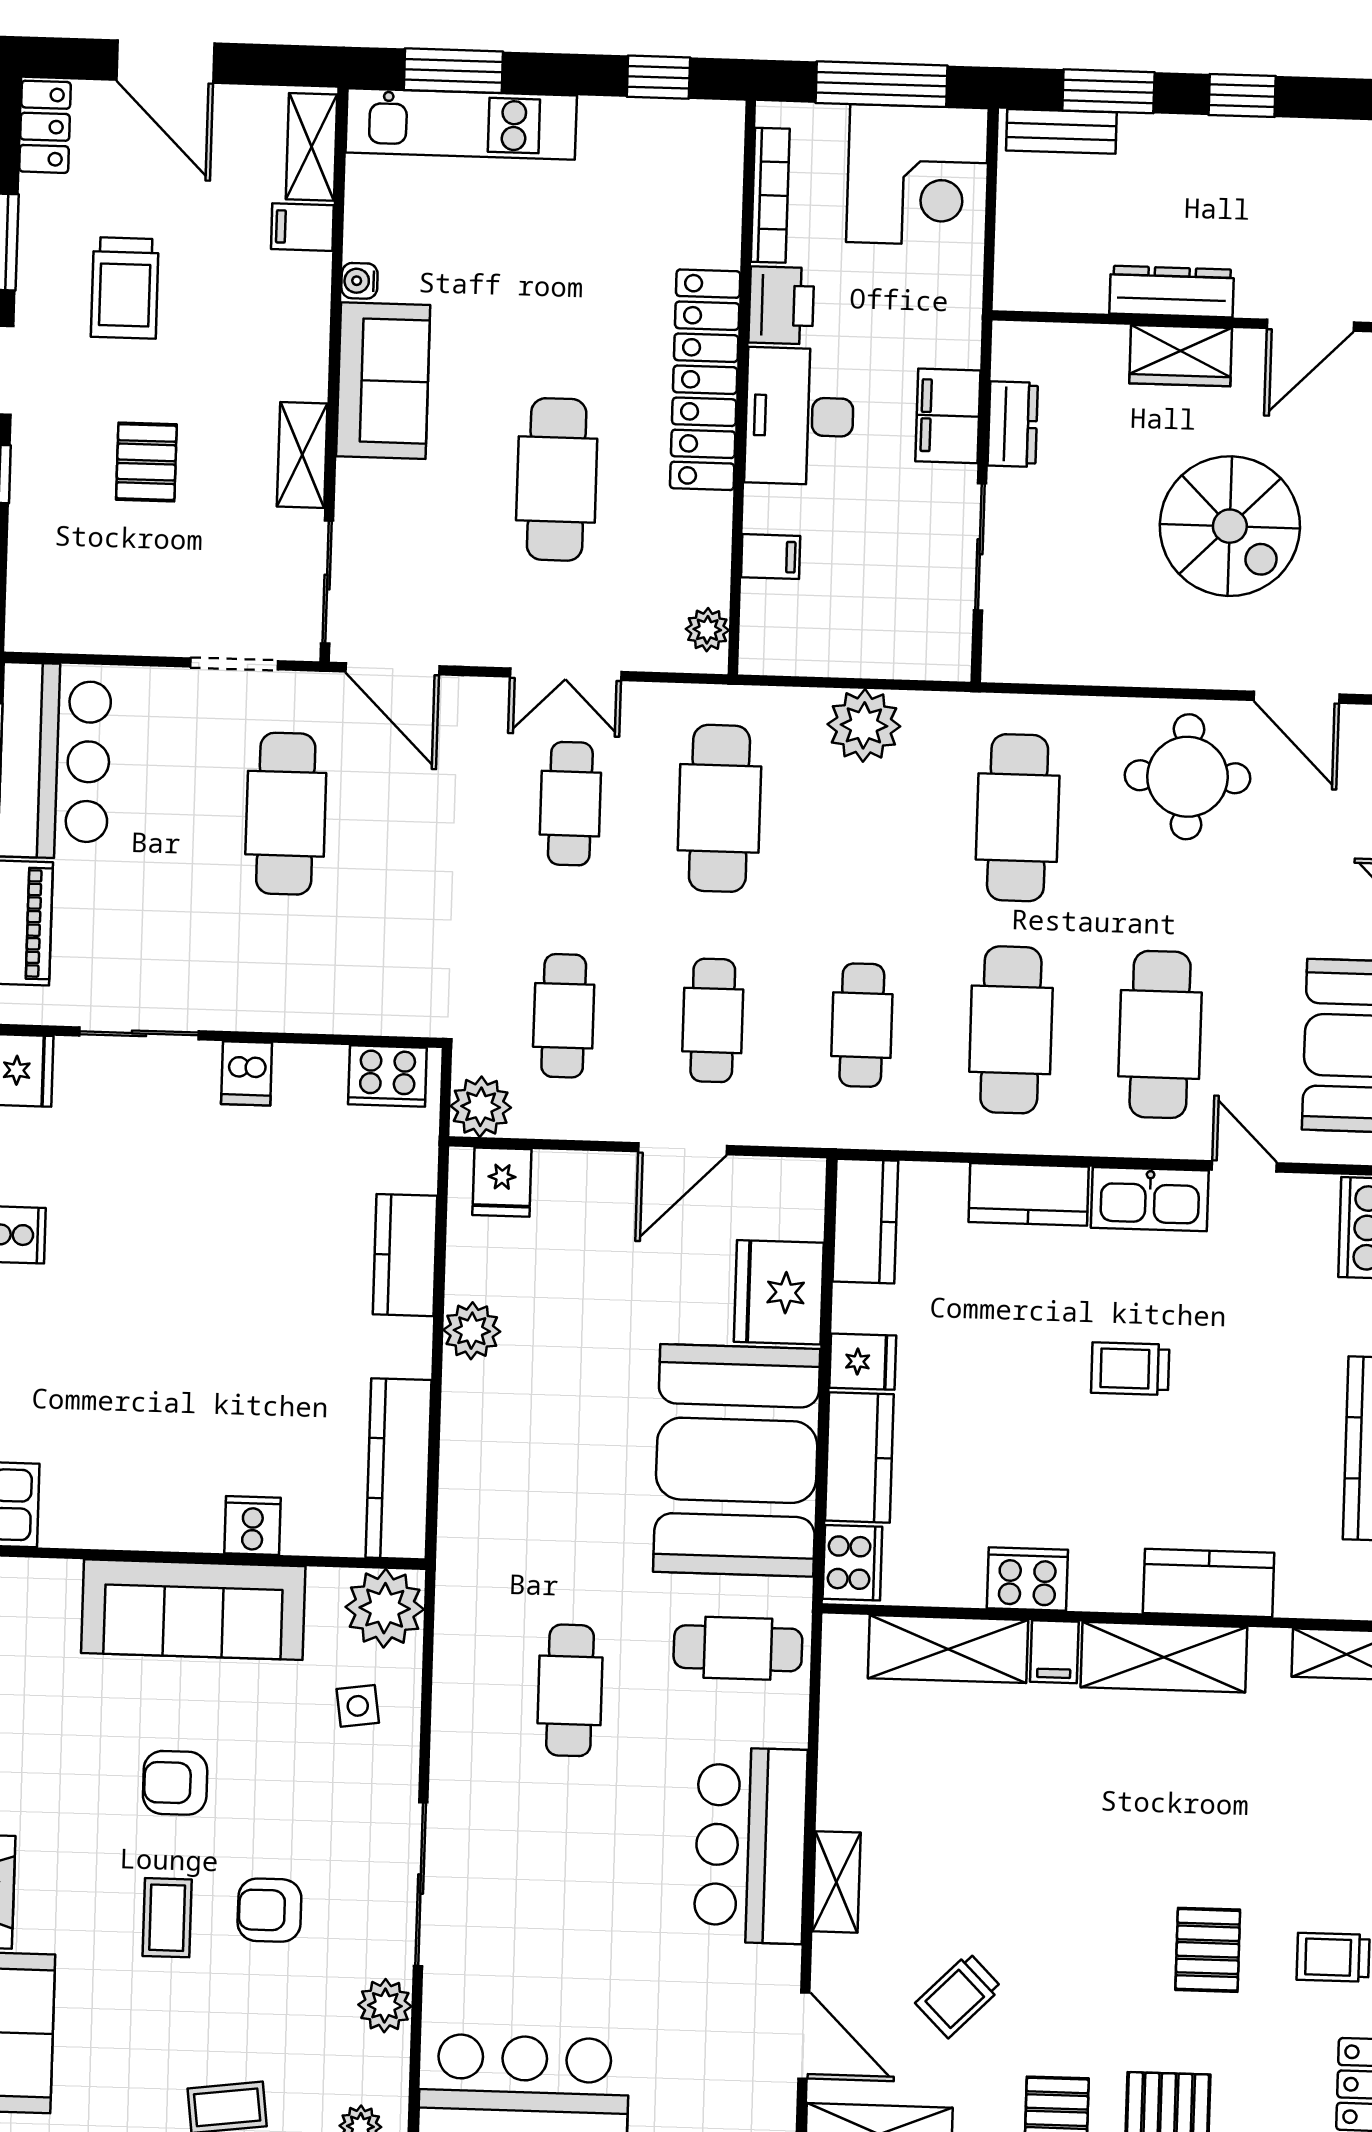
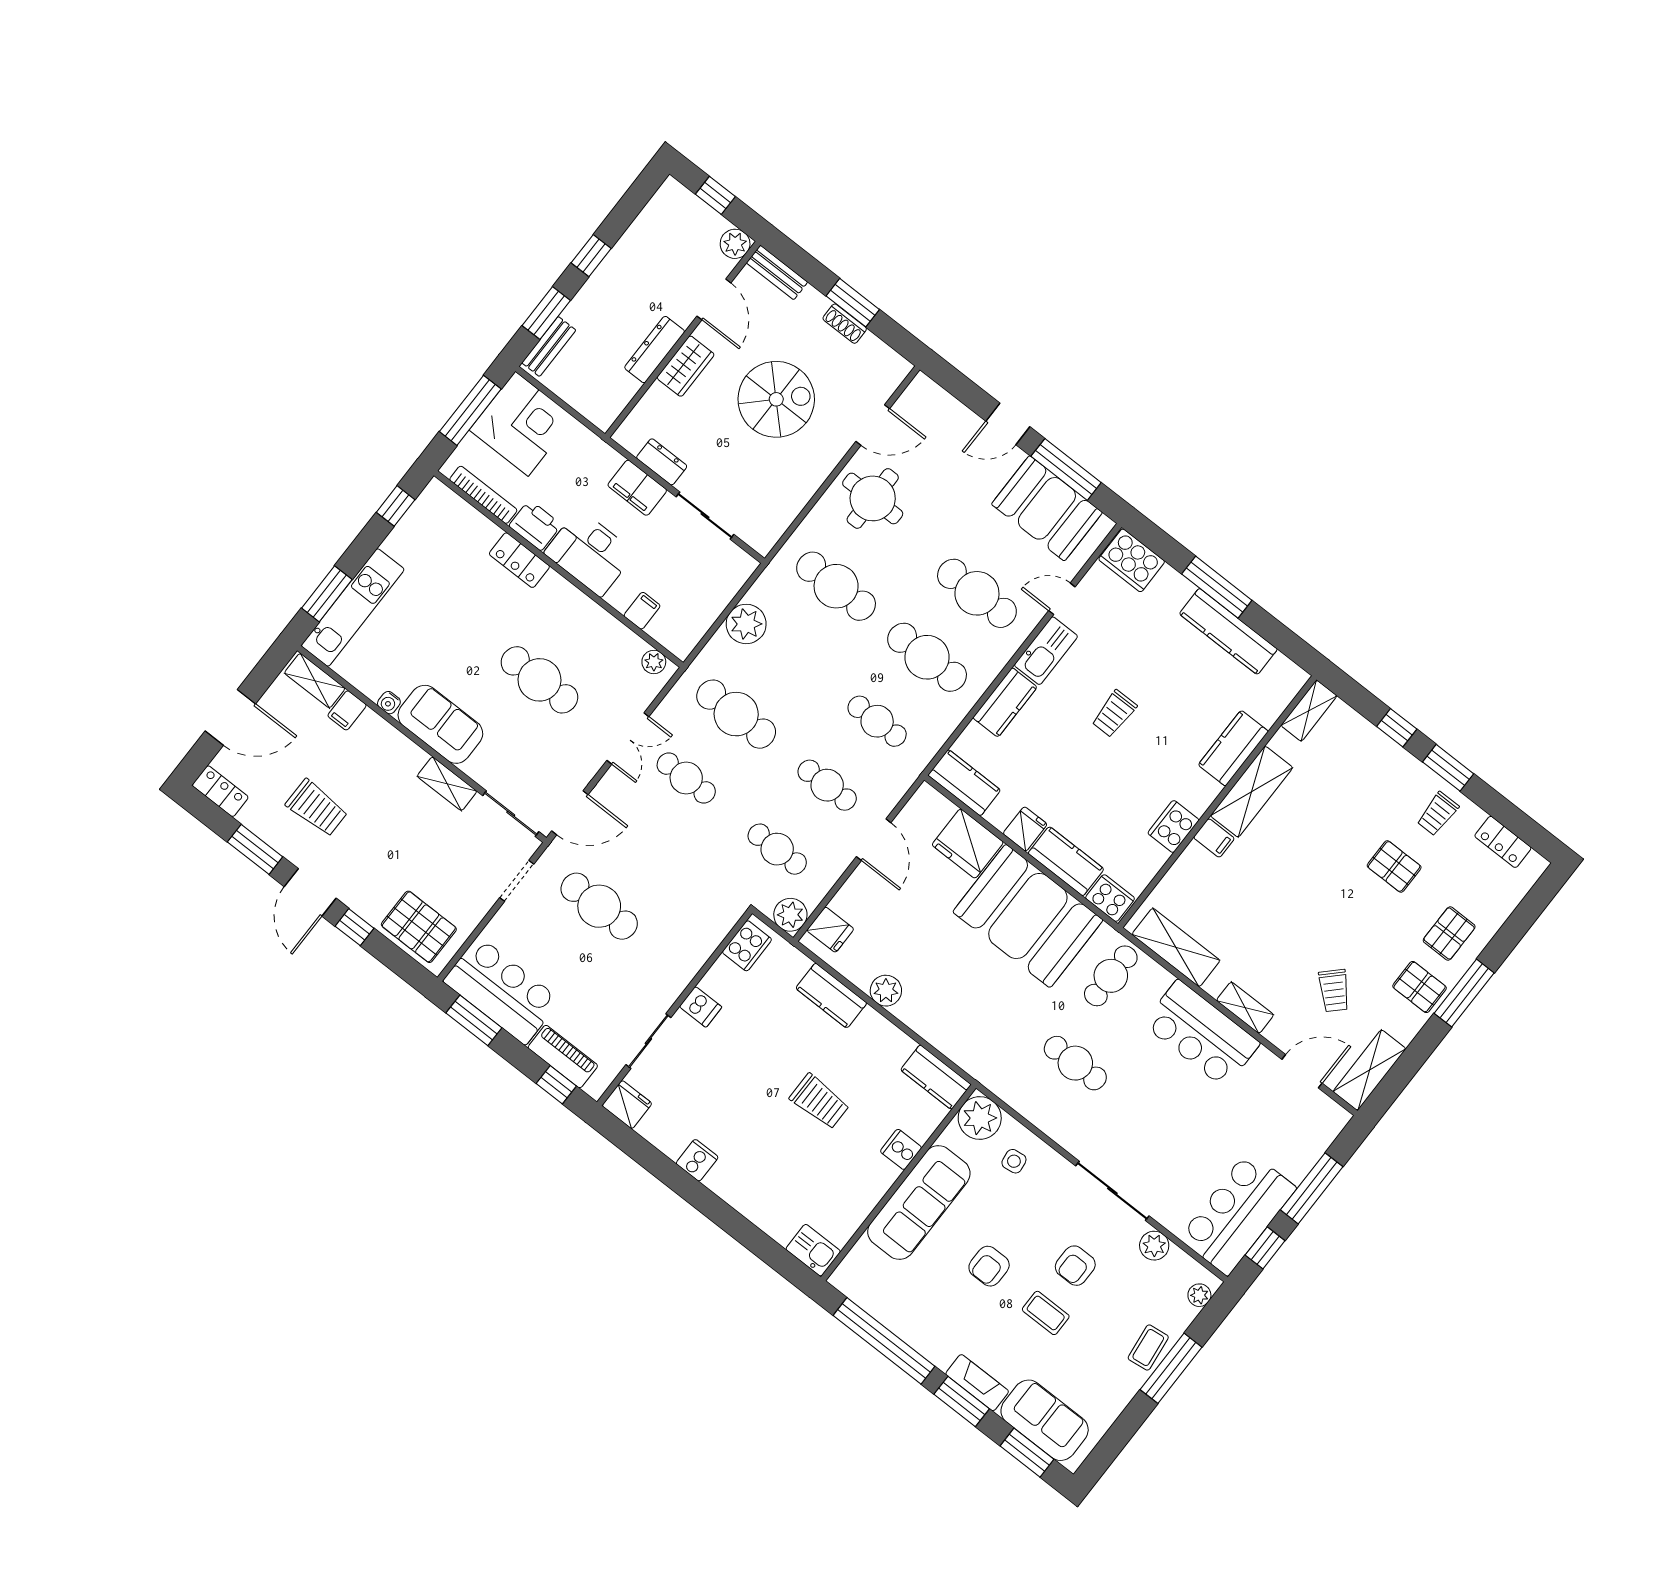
locker: (705, 380) -> (519, 560), width x0.46, depth x0.83
pallet: (146, 462) -> (419, 927), moved, width x1.50, depth x1.42
trolley: (235, 1353) -> (819, 1101), added
kitchen counter: (399, 1469) -> (936, 1077), width x0.67
shelving: (948, 1649) -> (1176, 947), moved, turned 90

